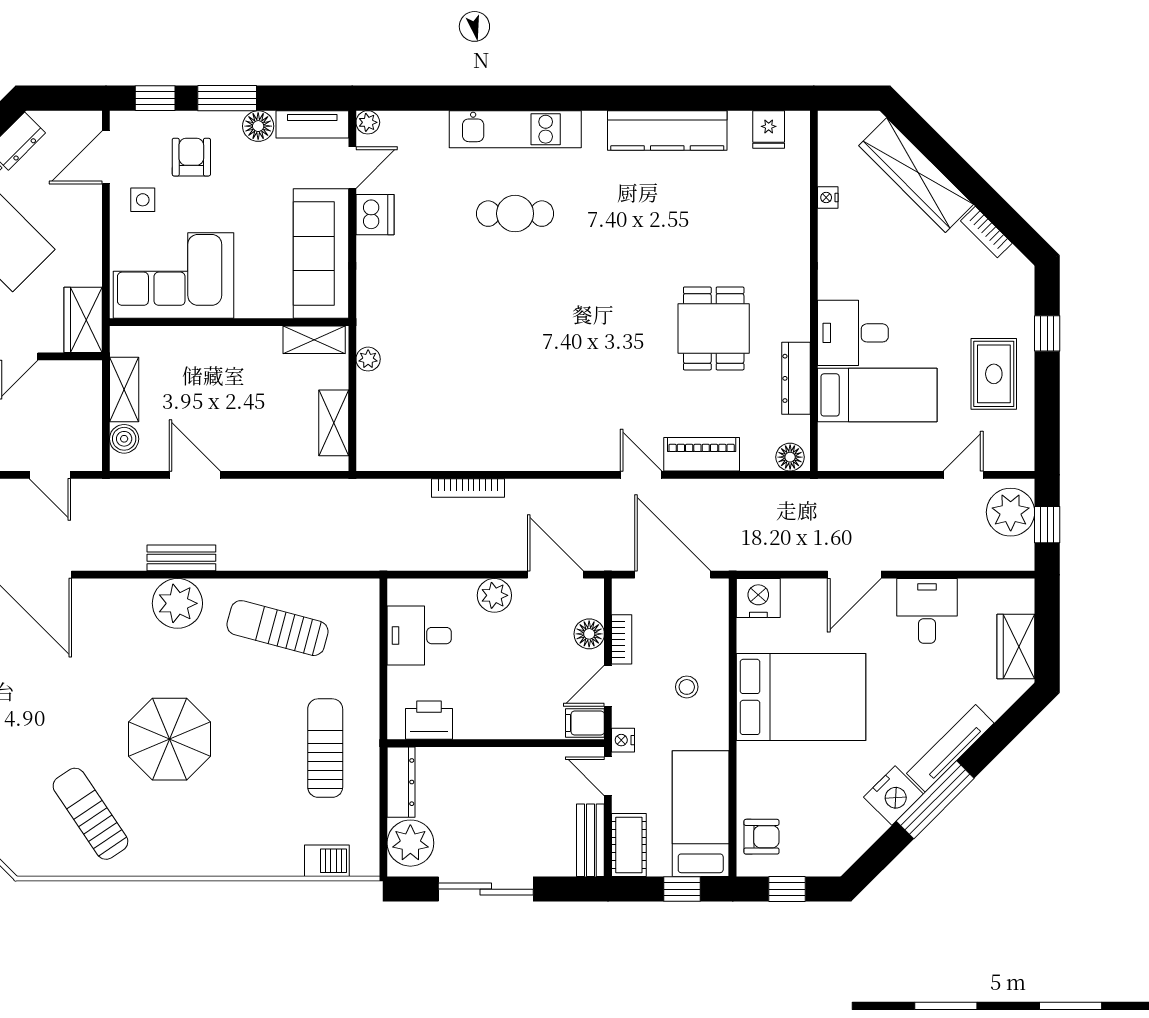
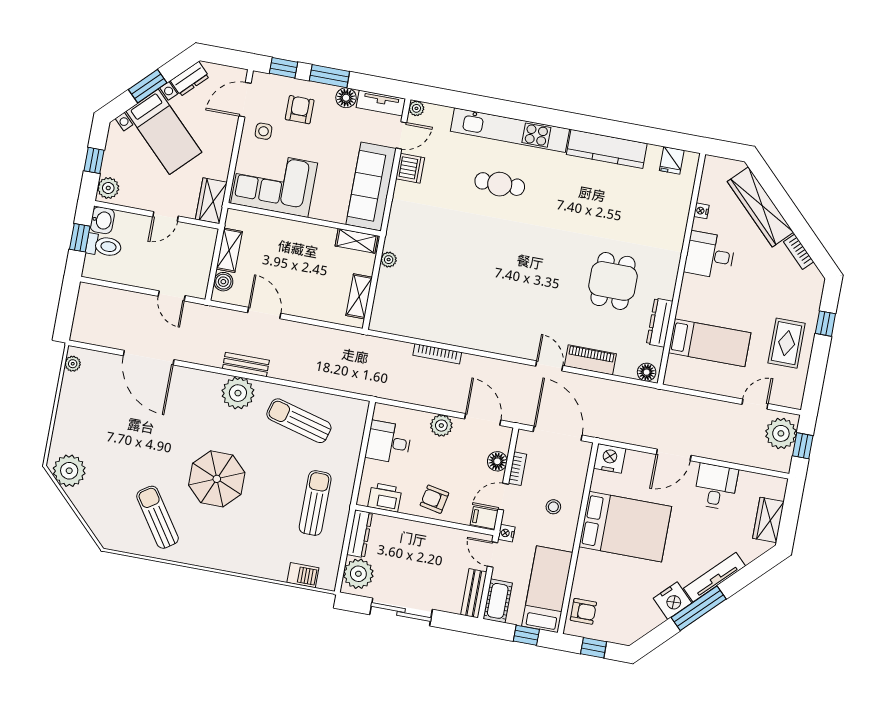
kitchen unit: (515, 129) -> (510, 130), width x1.36
desk: (853, 333) -> (710, 255), moved
armchair: (505, 709) -> (434, 499), added

